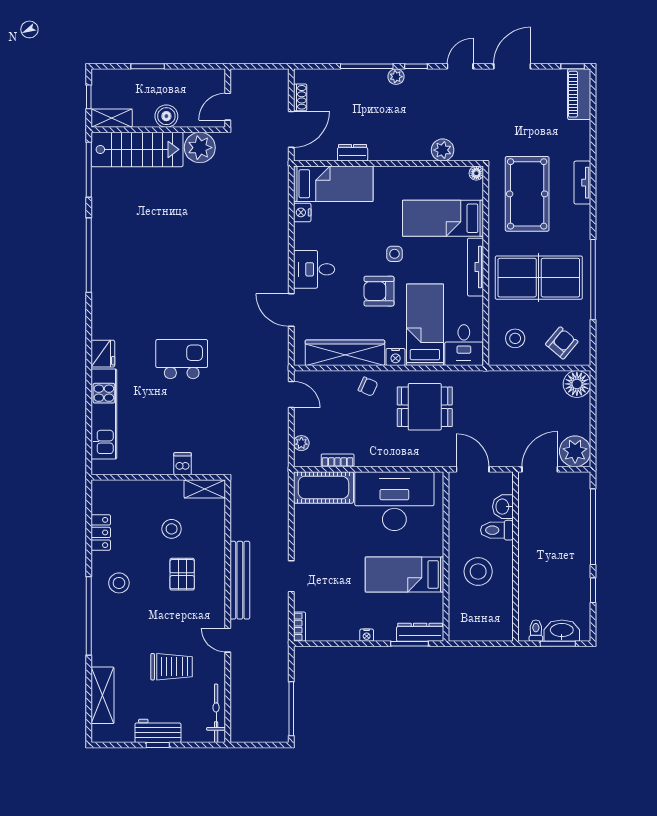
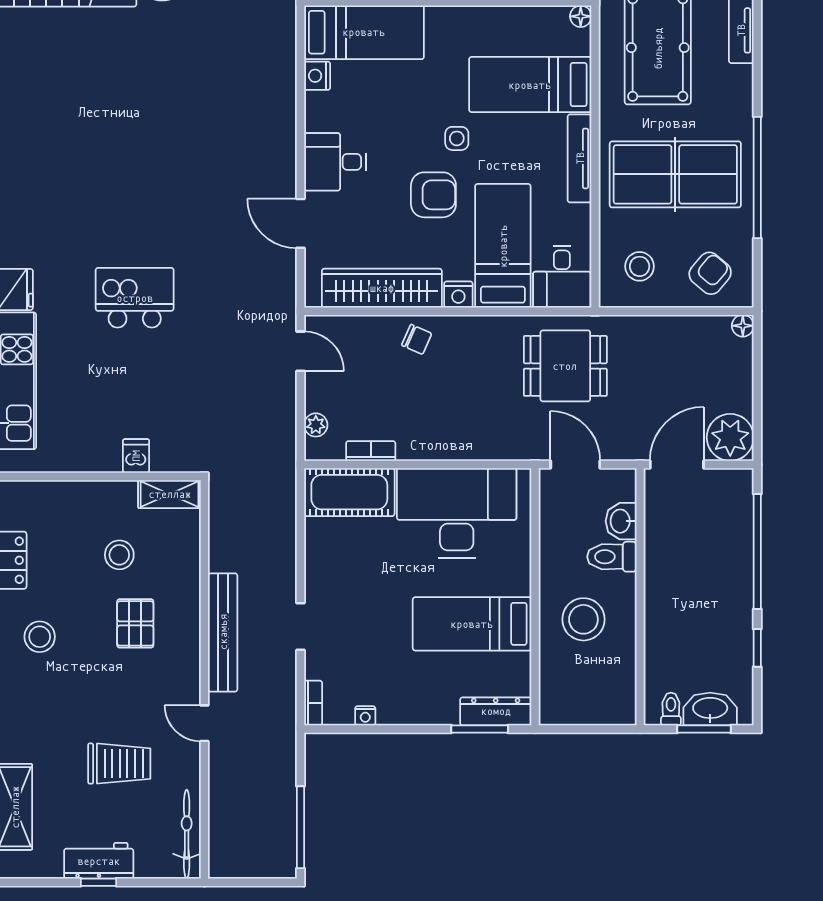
armchair: (379, 291) -> (433, 195), turned 180
floor lamp: (577, 384) -> (743, 326), width x0.53, depth x0.53
dining table: (425, 407) -> (565, 366), moved
nightstand: (367, 635) -> (365, 716), moved

